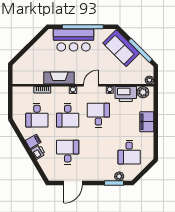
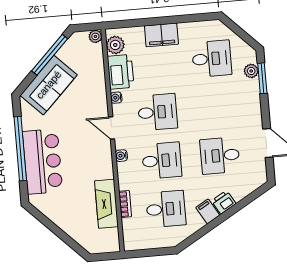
fireplace: (59, 78) -> (106, 204), moved
desk: (98, 115) -> (158, 112), turned 180

